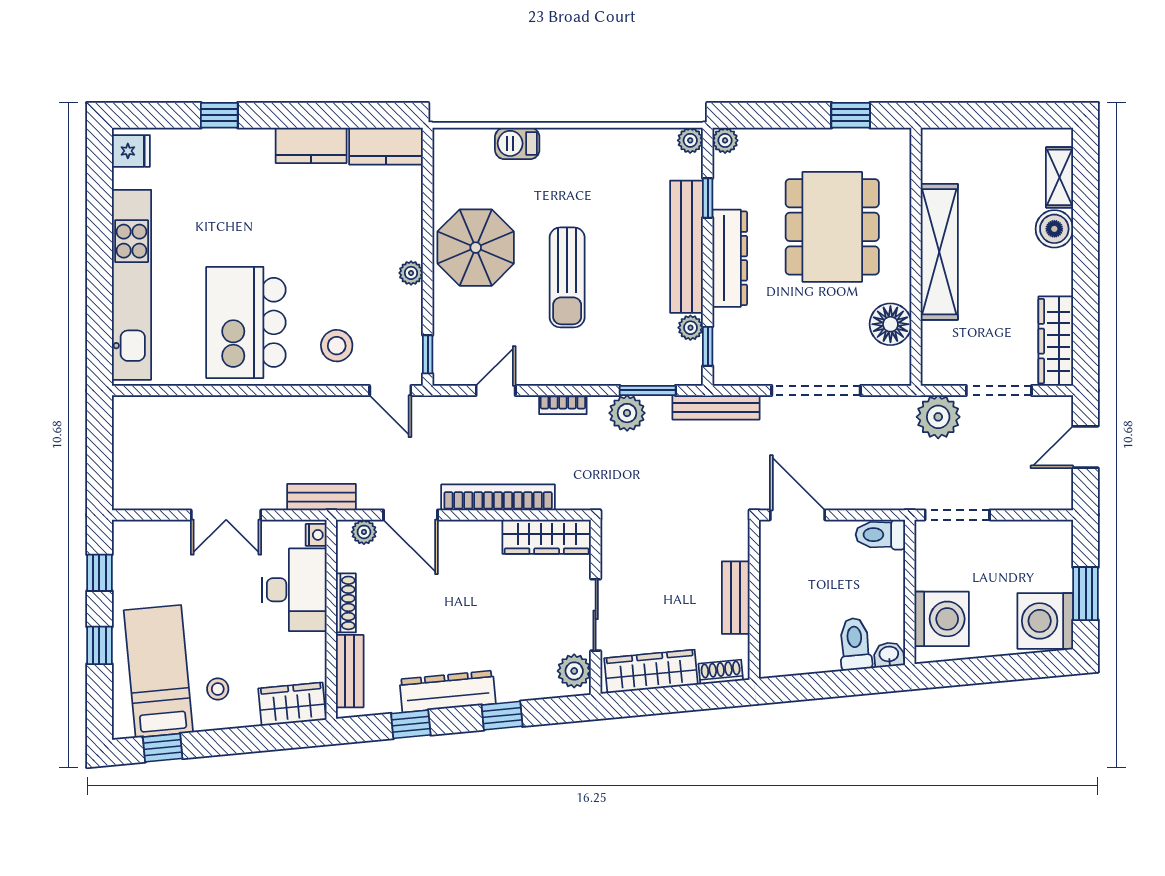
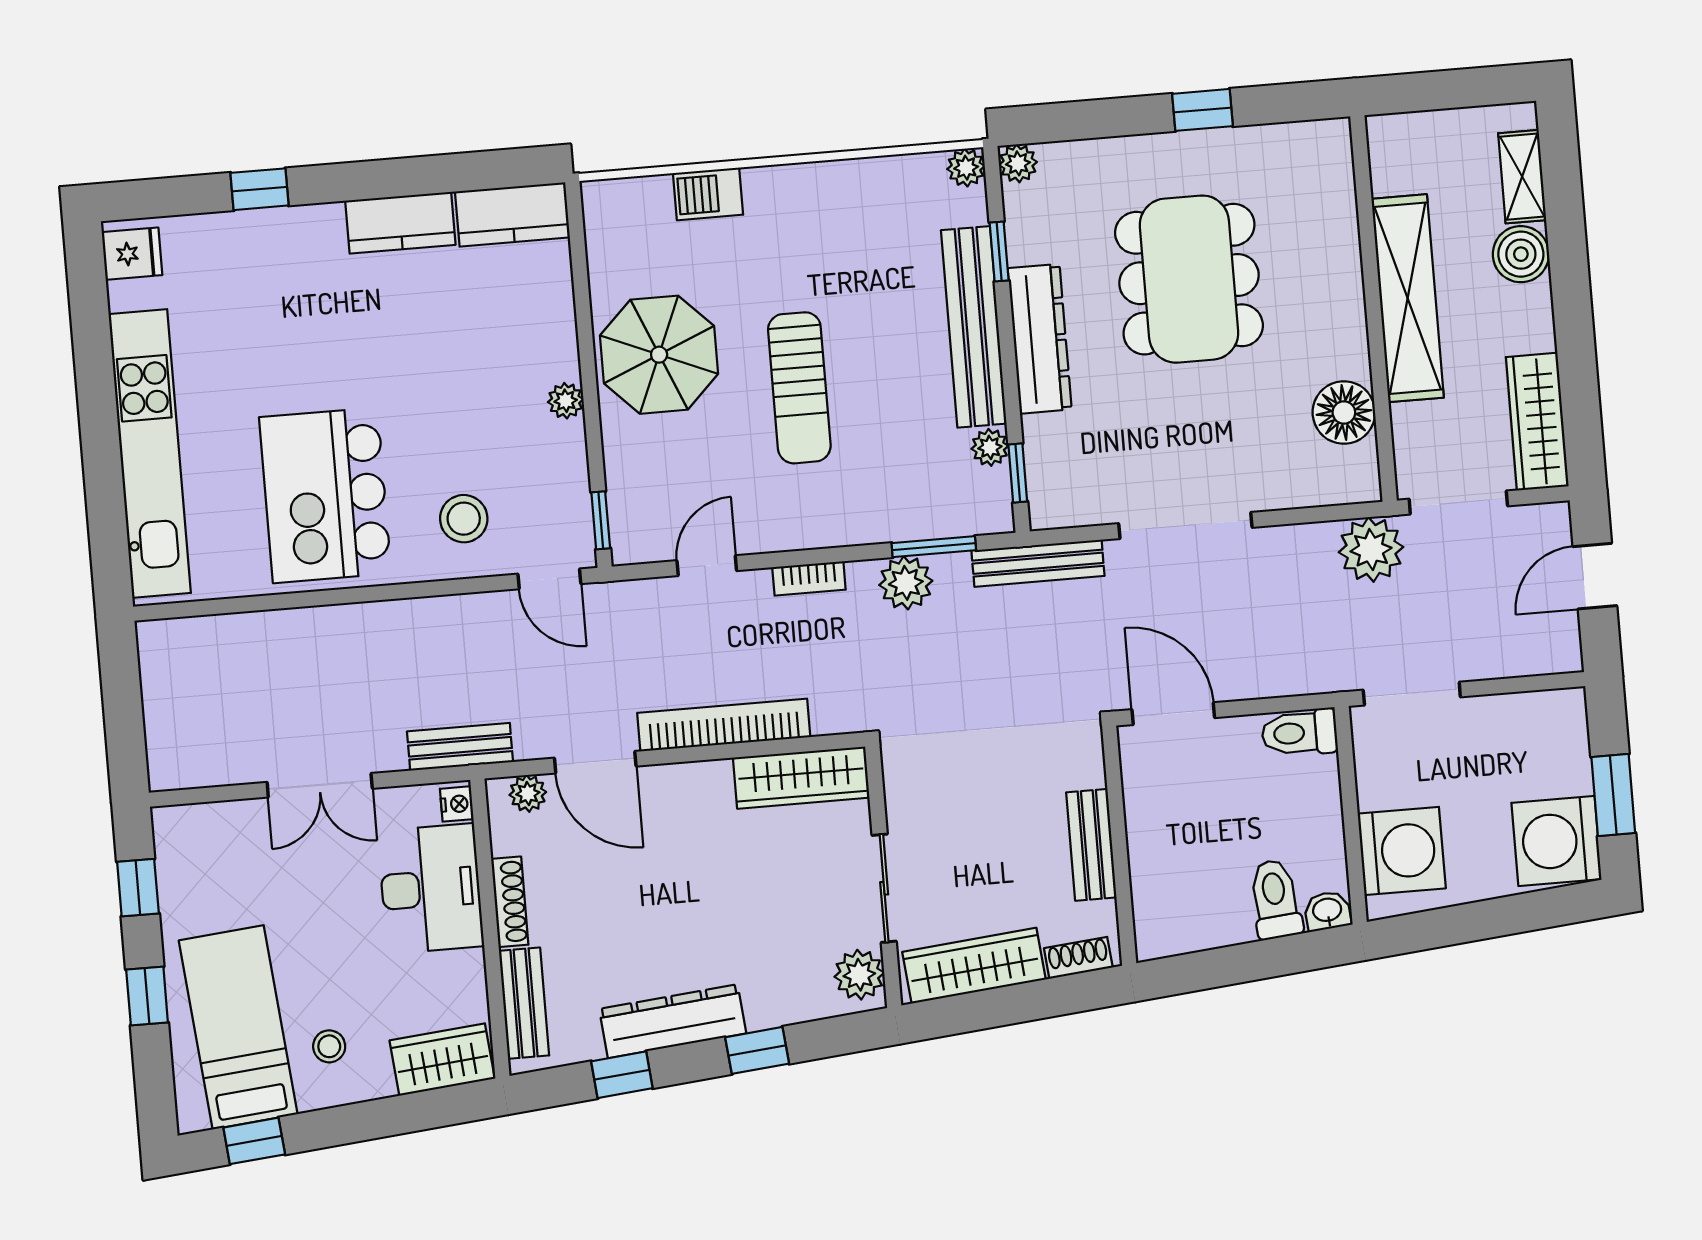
shelving: (939, 252) -> (1408, 298), moved
wall: (916, 257) -> (1374, 309), moved
floor lamp: (890, 324) -> (1344, 412), moved

